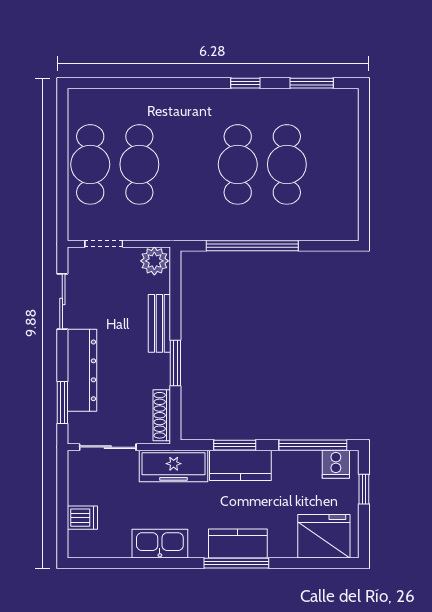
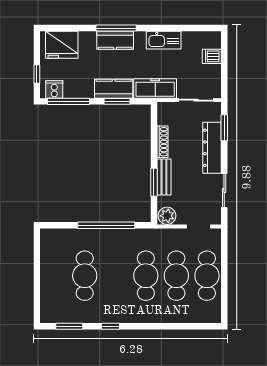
cafe table: (238, 164) -> (146, 276), moved
window: (175, 363) -> (154, 182), moved
shoe rack: (162, 415) -> (162, 142), moved

